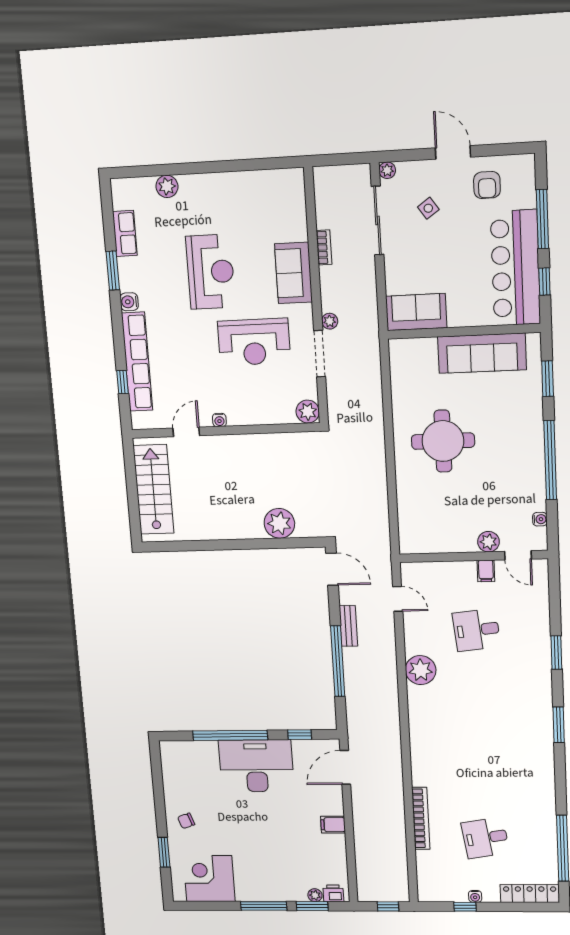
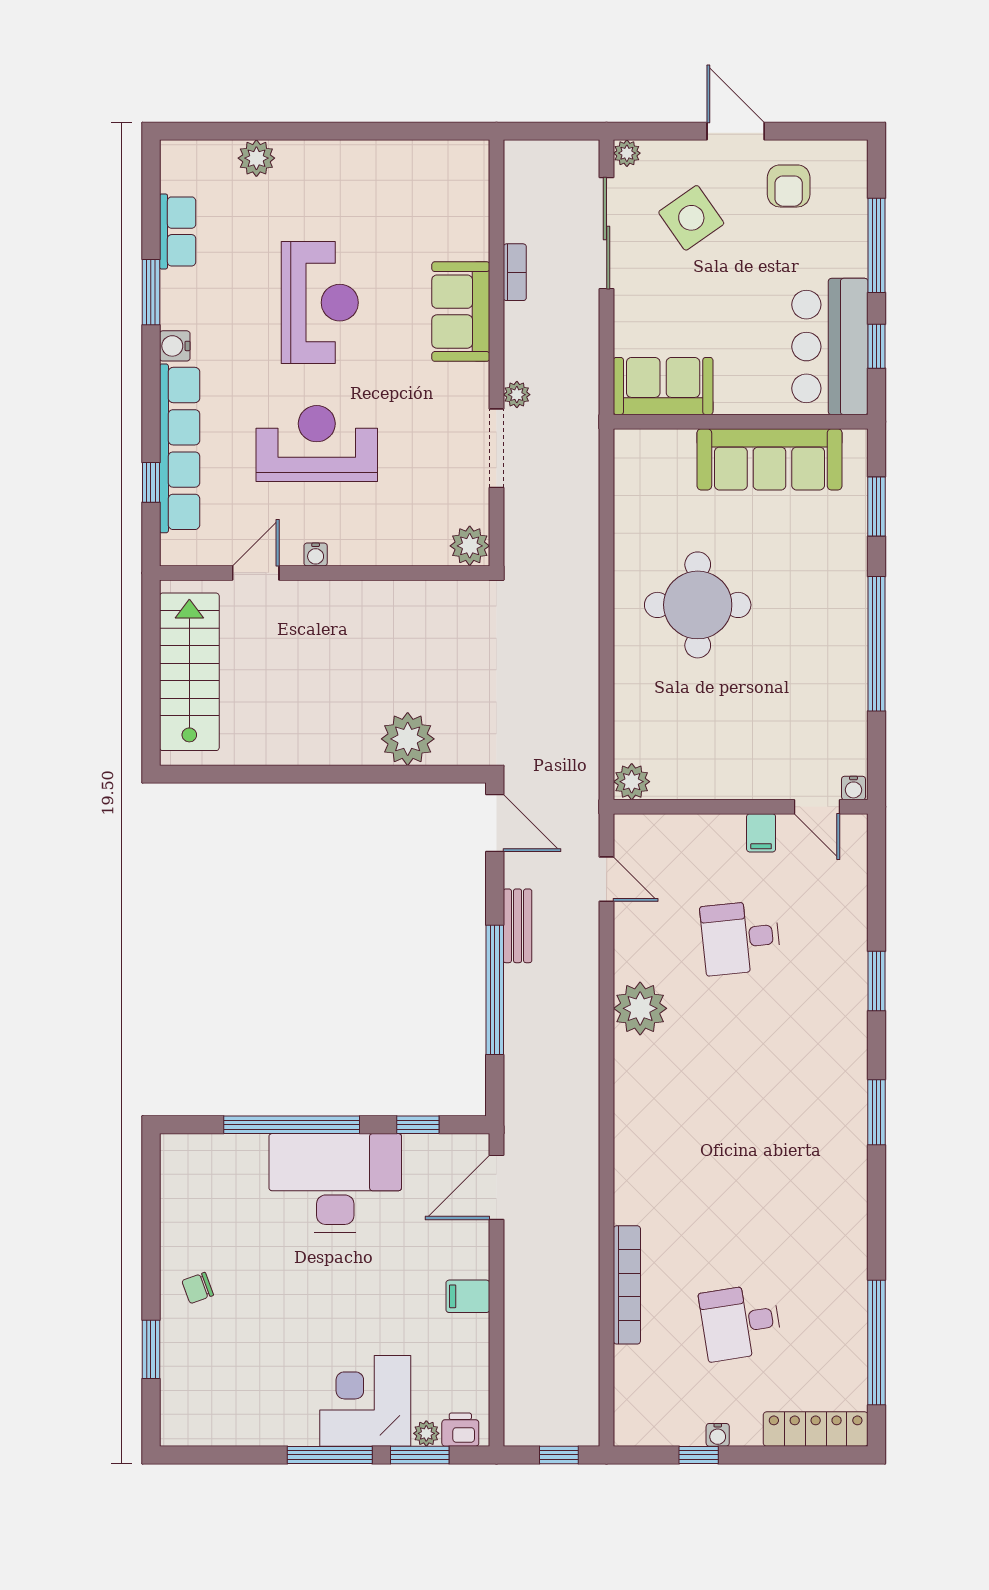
side table: (428, 208) -> (691, 218), width x1.87, depth x1.87
bar counter: (515, 268) -> (830, 347), width x0.73
reception desk: (254, 342) -> (317, 443), moved, turned 180
water cooler: (540, 519) -> (853, 788), moved, turned 90
plant: (488, 542) -> (632, 782), moved
corner desk: (209, 878) -> (365, 1401), moved

